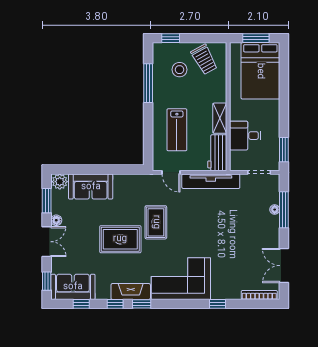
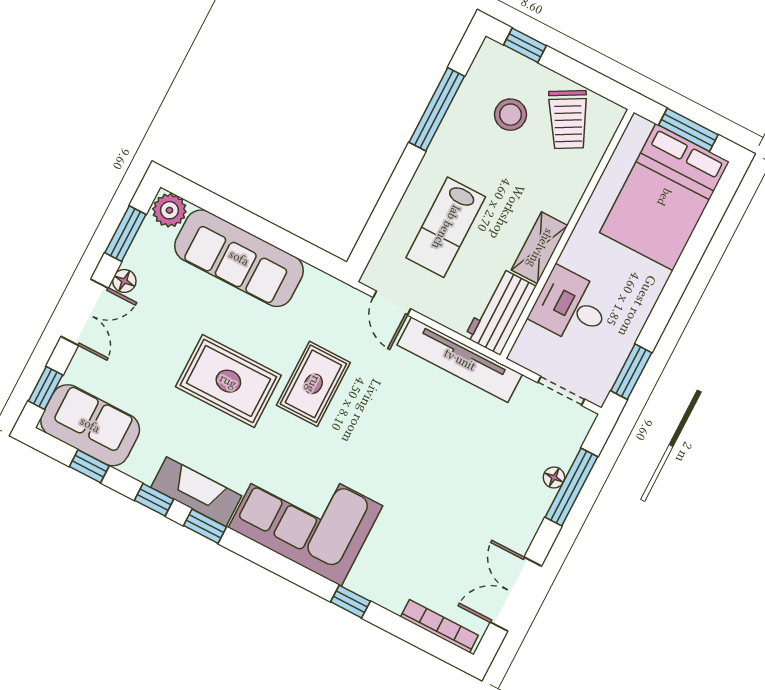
sofa: (91, 187) -> (239, 258), width x1.36

